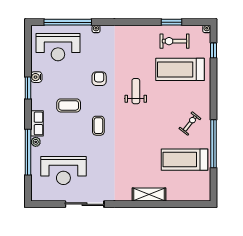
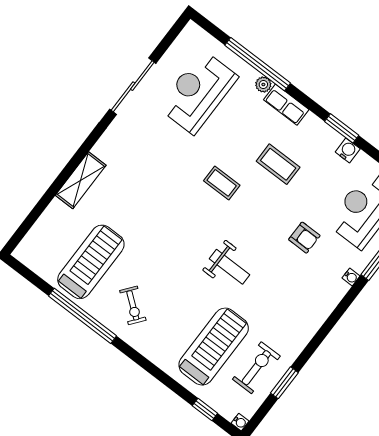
armchair: (99, 79) -> (304, 238), moved
coffee table: (69, 105) -> (278, 164), turned 90

